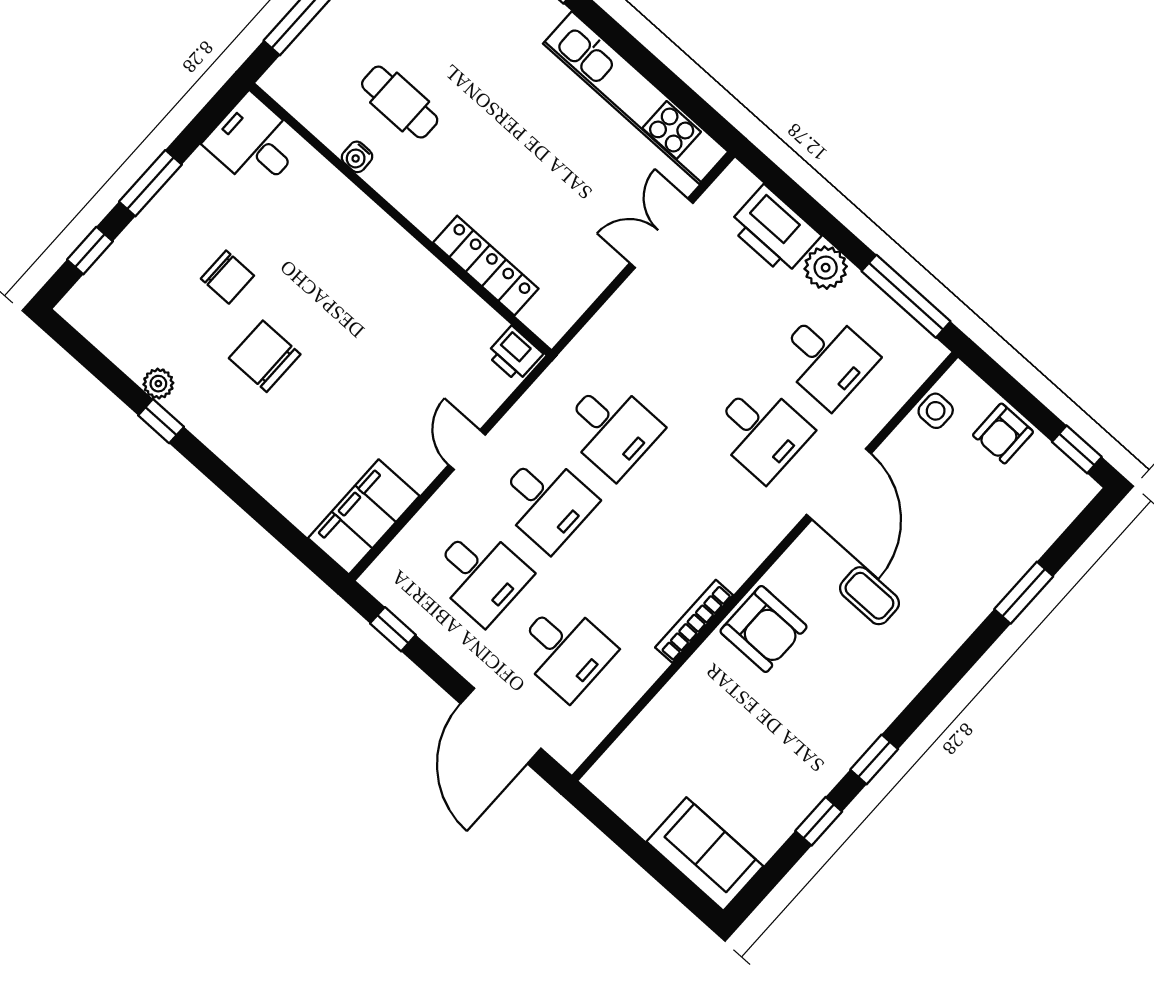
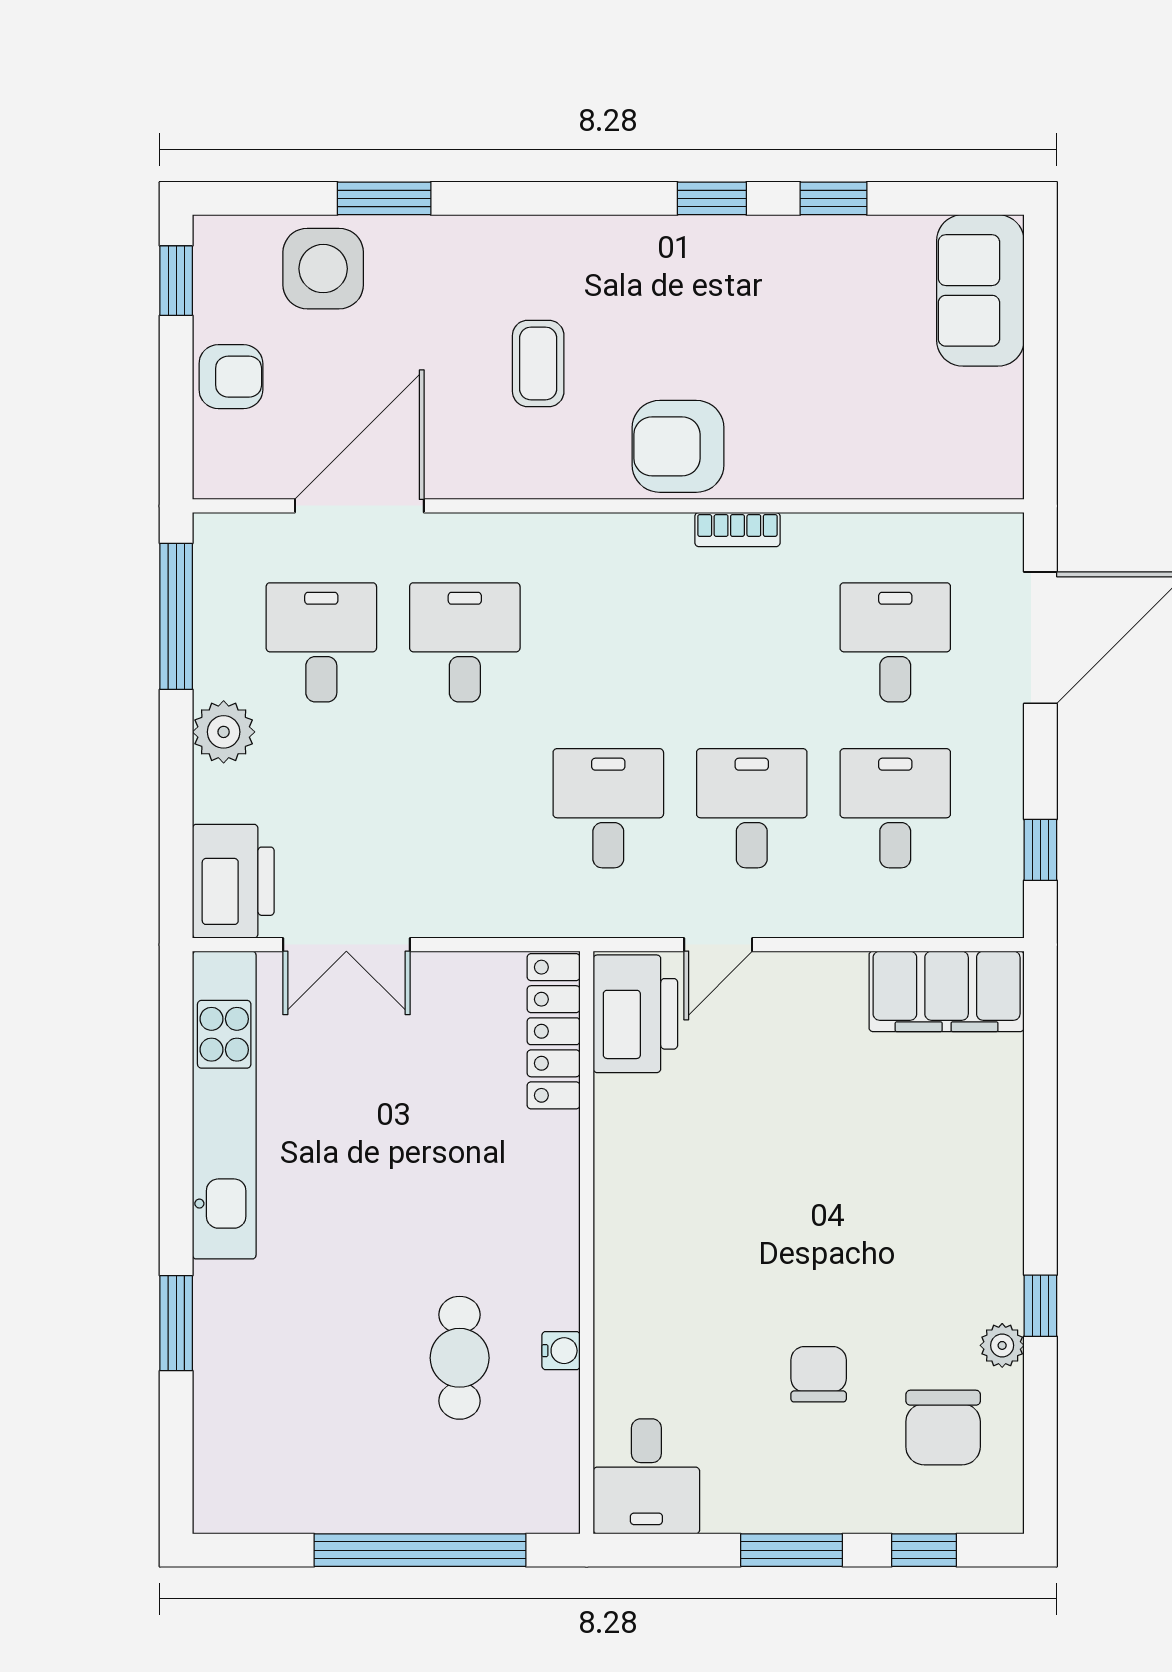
printer: (774, 230) -> (233, 881), moved
locker: (486, 266) -> (554, 1031), moved
printer: (515, 354) -> (635, 1014), width x1.87, depth x1.48
chair: (265, 356) -> (943, 1427), moved
side table: (936, 411) -> (323, 269), moved, width x1.87, depth x1.87
door: (467, 450) -> (718, 945), moved
door: (839, 484) -> (359, 506), moved
bookcase: (694, 621) -> (737, 530), width x0.64
armchair: (764, 629) -> (678, 446), turned -90

